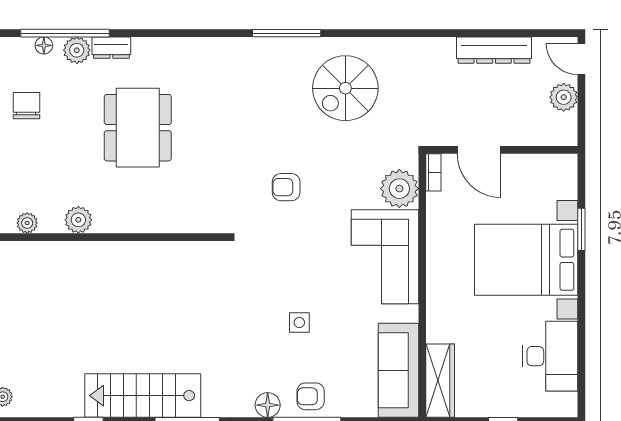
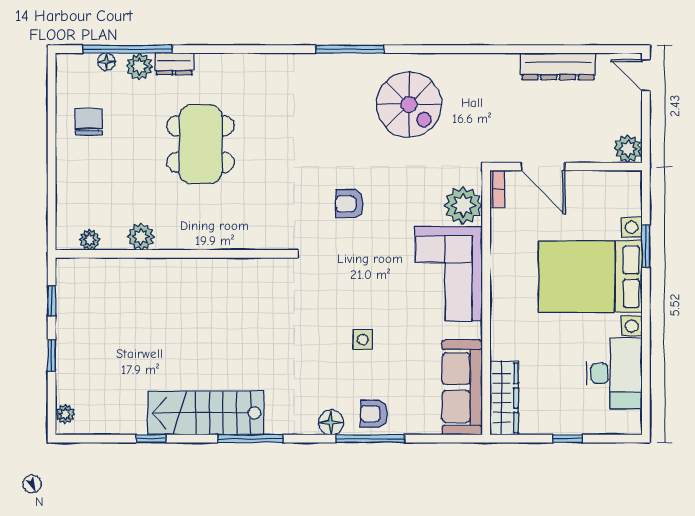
spiral stairs: (345, 88) -> (409, 104), turned -90
plant: (564, 97) -> (628, 149), moved

